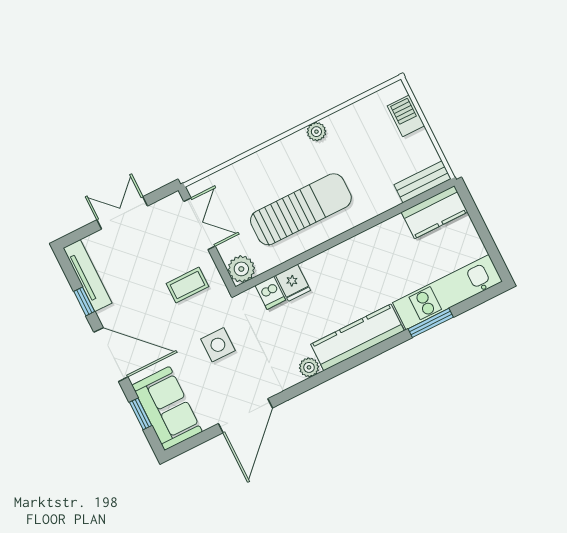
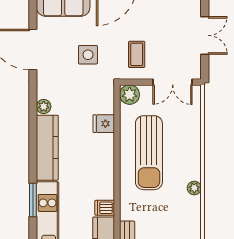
dishwasher: (270, 293) -> (105, 208), moved

